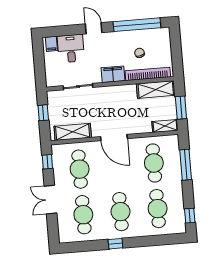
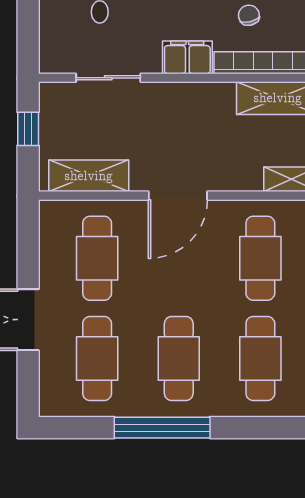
door: (114, 138) -> (178, 196), hinge flipped
window: (47, 162) -> (28, 236), removed
window: (115, 244) -> (162, 428), width x3.17

